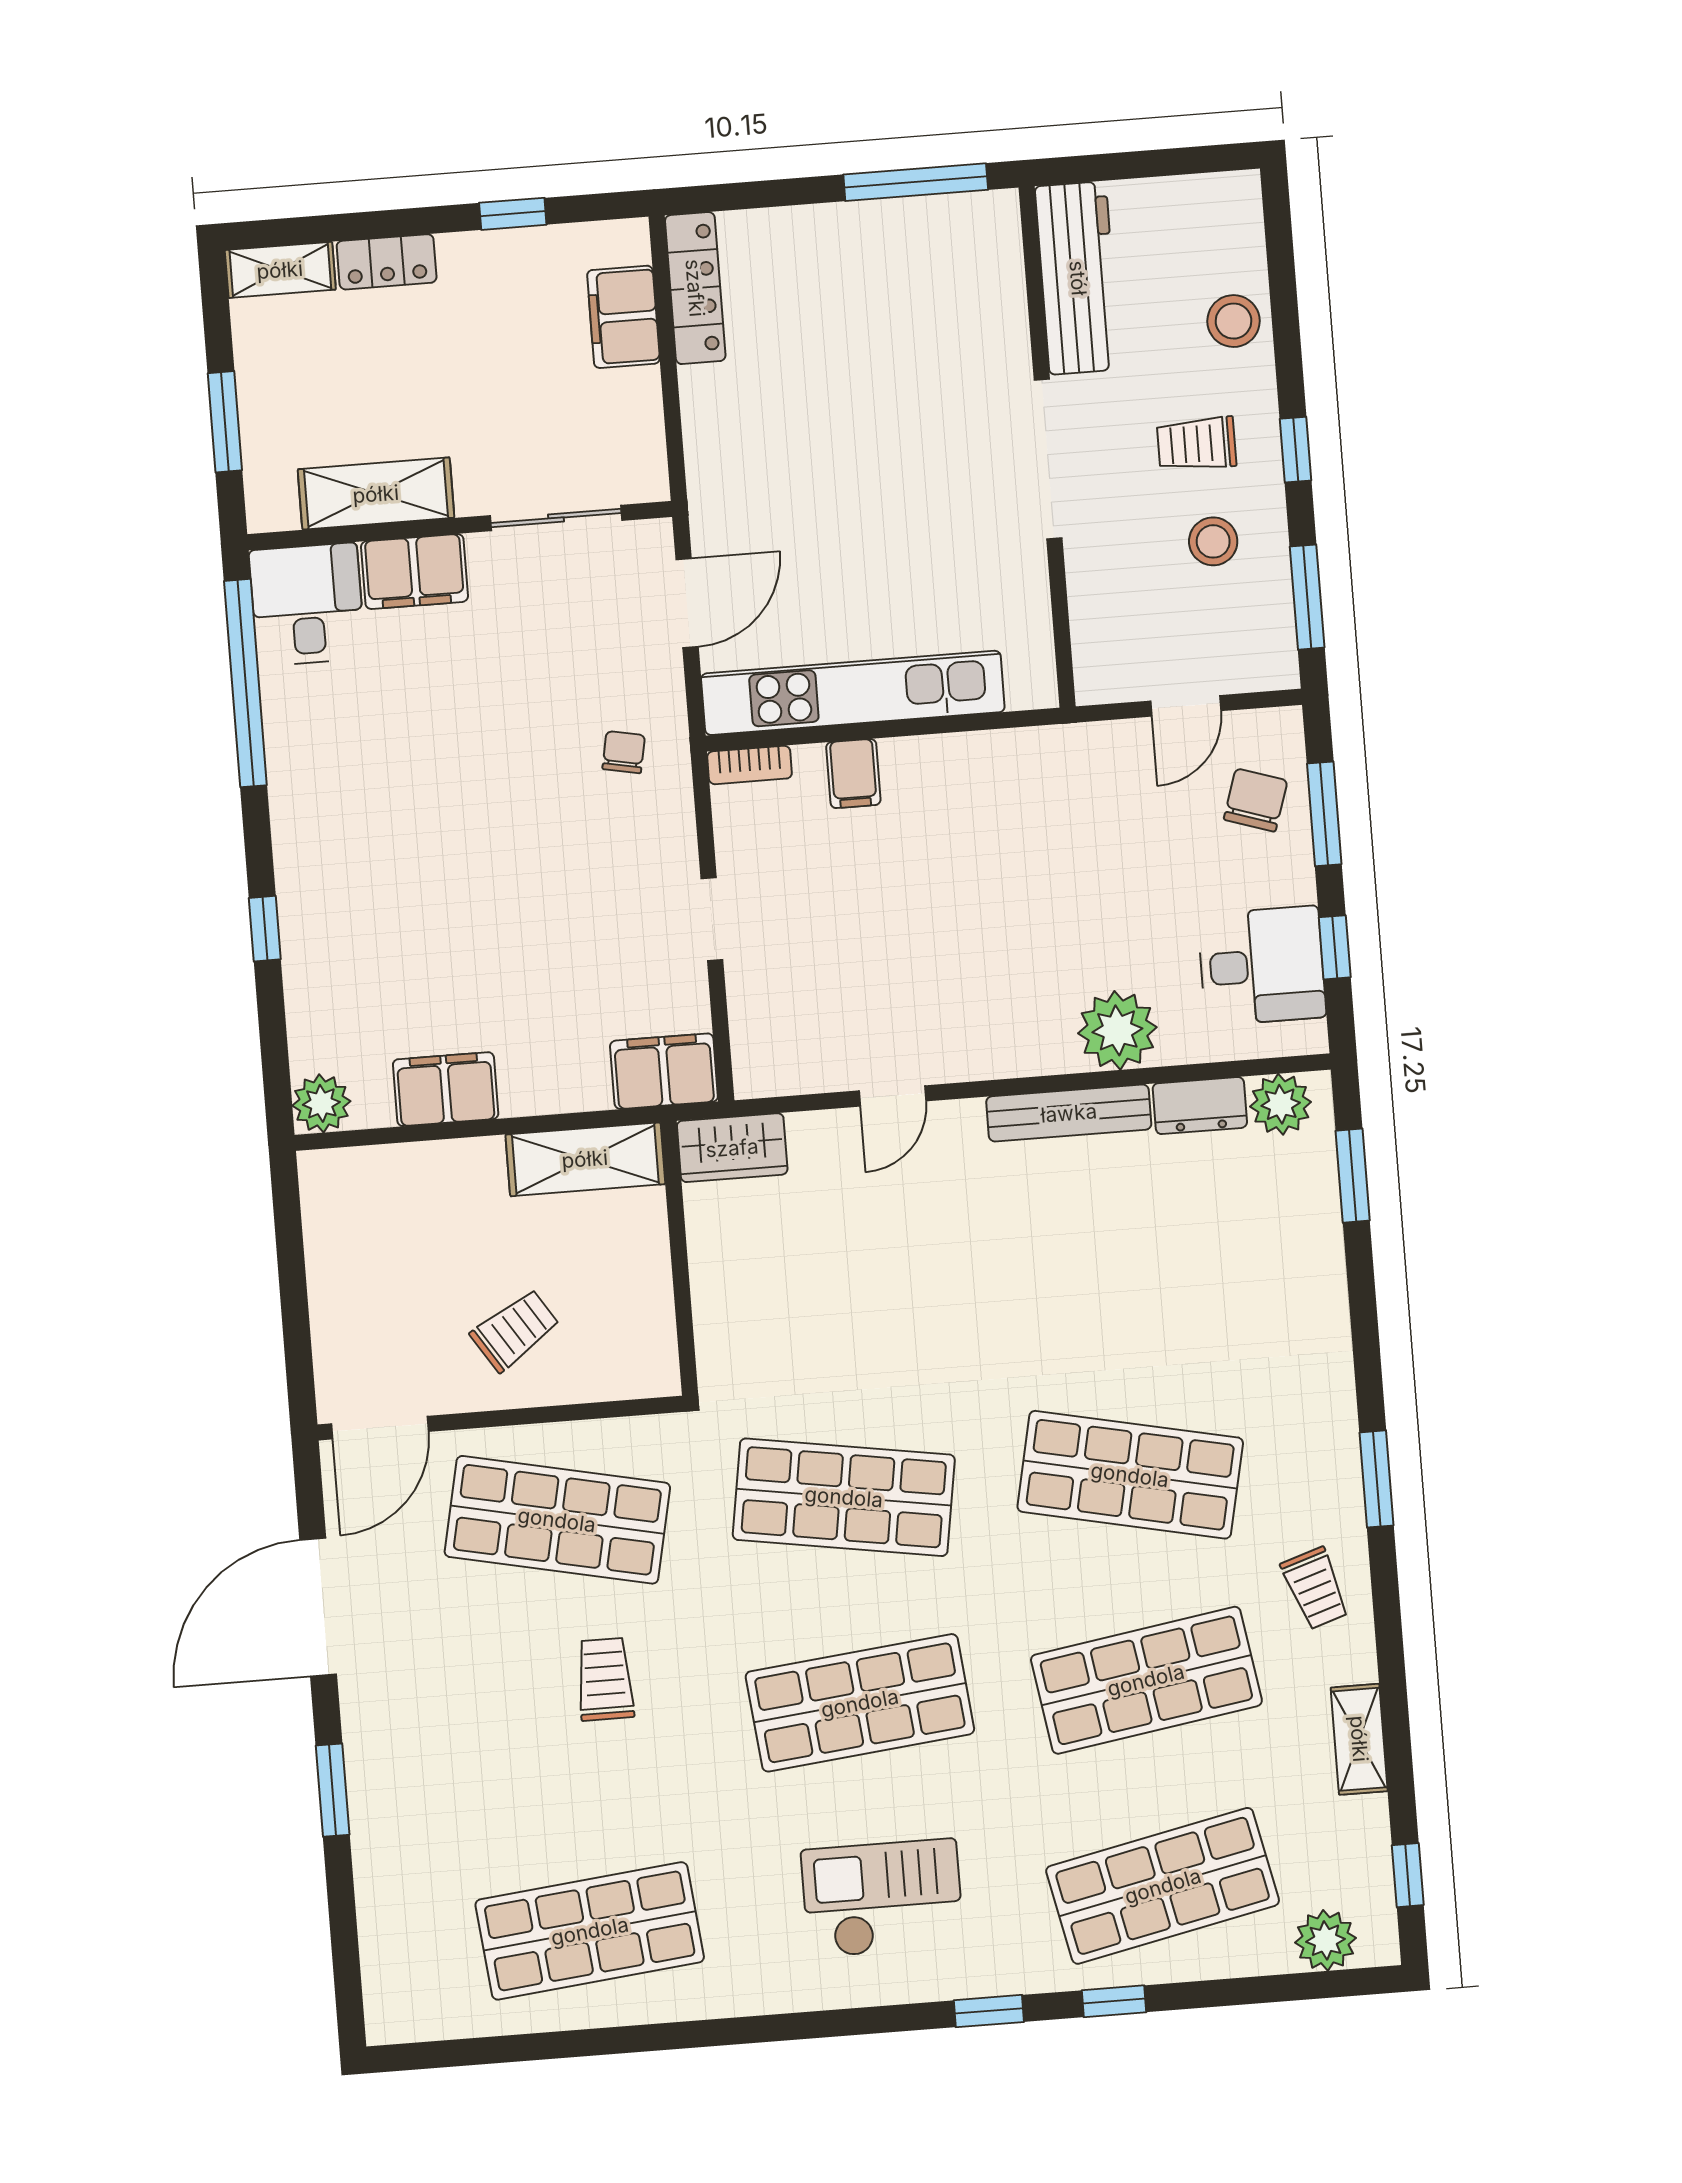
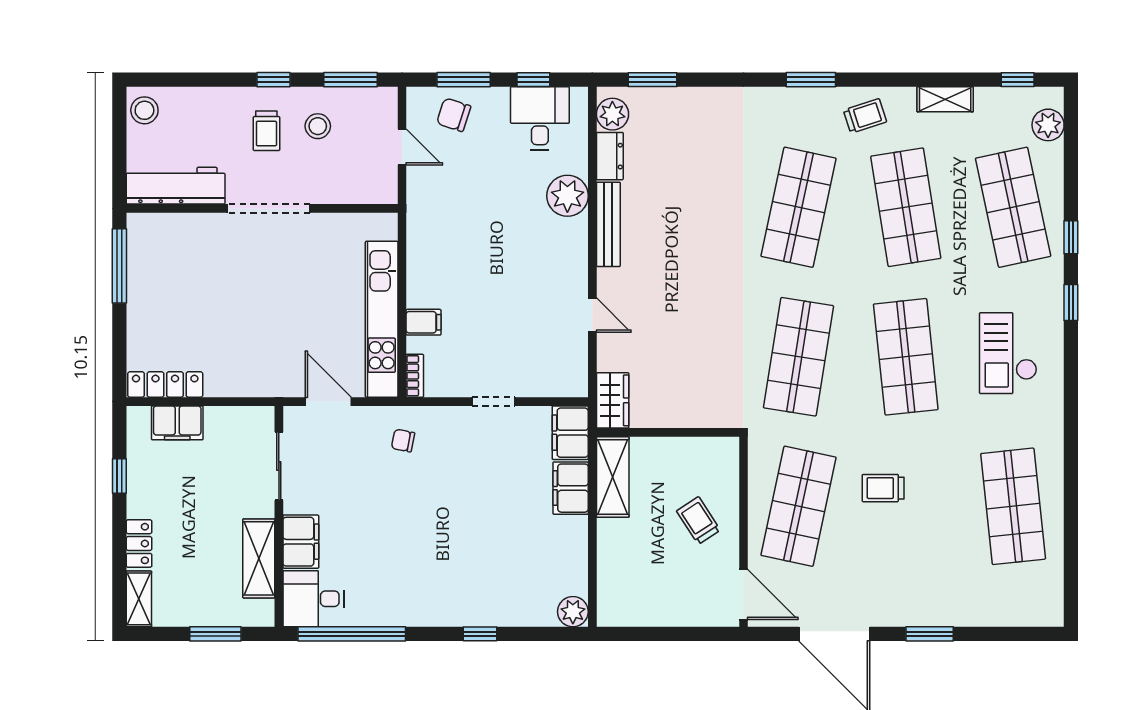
stool: (1233, 321) -> (144, 110), moved
filing cabinet: (446, 1089) -> (571, 488), moved

